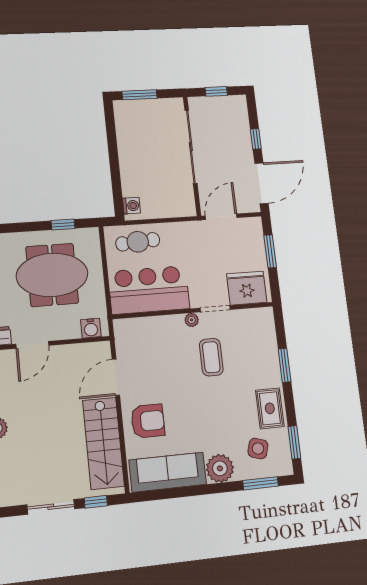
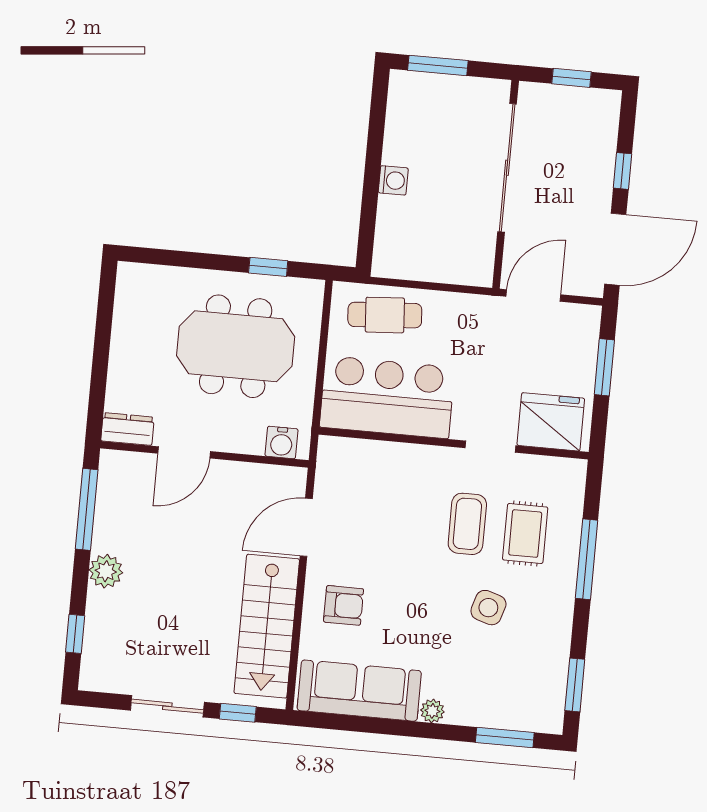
washing machine: (131, 206) -> (393, 180), moved
plant: (192, 320) -> (448, 458), removed
window: (285, 365) -> (587, 559), width x1.44
rug: (270, 408) -> (525, 534), moved
armchair: (148, 421) -> (344, 605), width x0.72, depth x0.72
side table: (258, 449) -> (488, 608), moved
plant: (220, 468) -> (432, 711), width x0.53, depth x0.53

